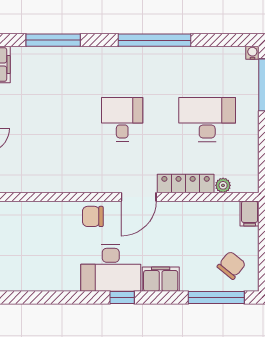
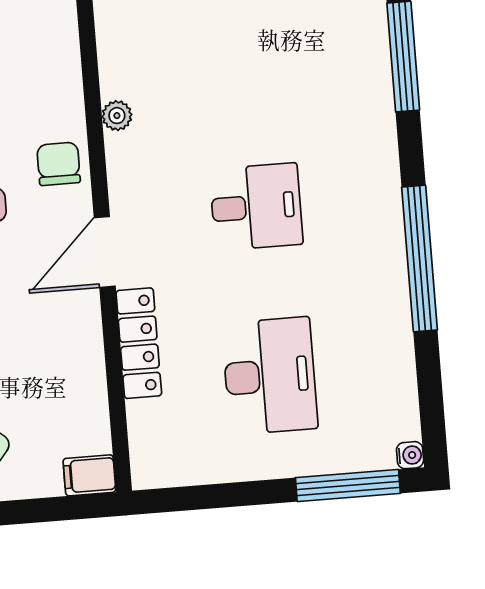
plant: (223, 185) -> (117, 116), moved
door: (139, 197) -> (105, 252), hinge flipped

